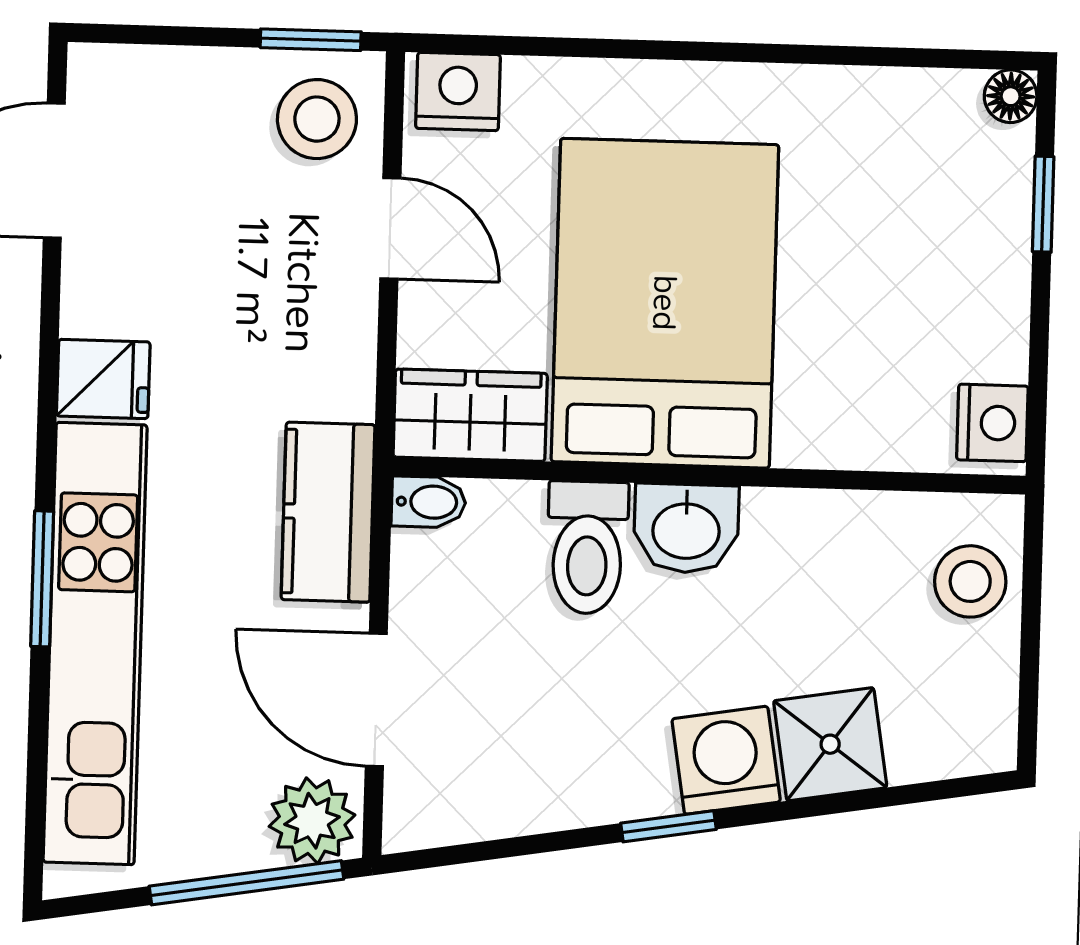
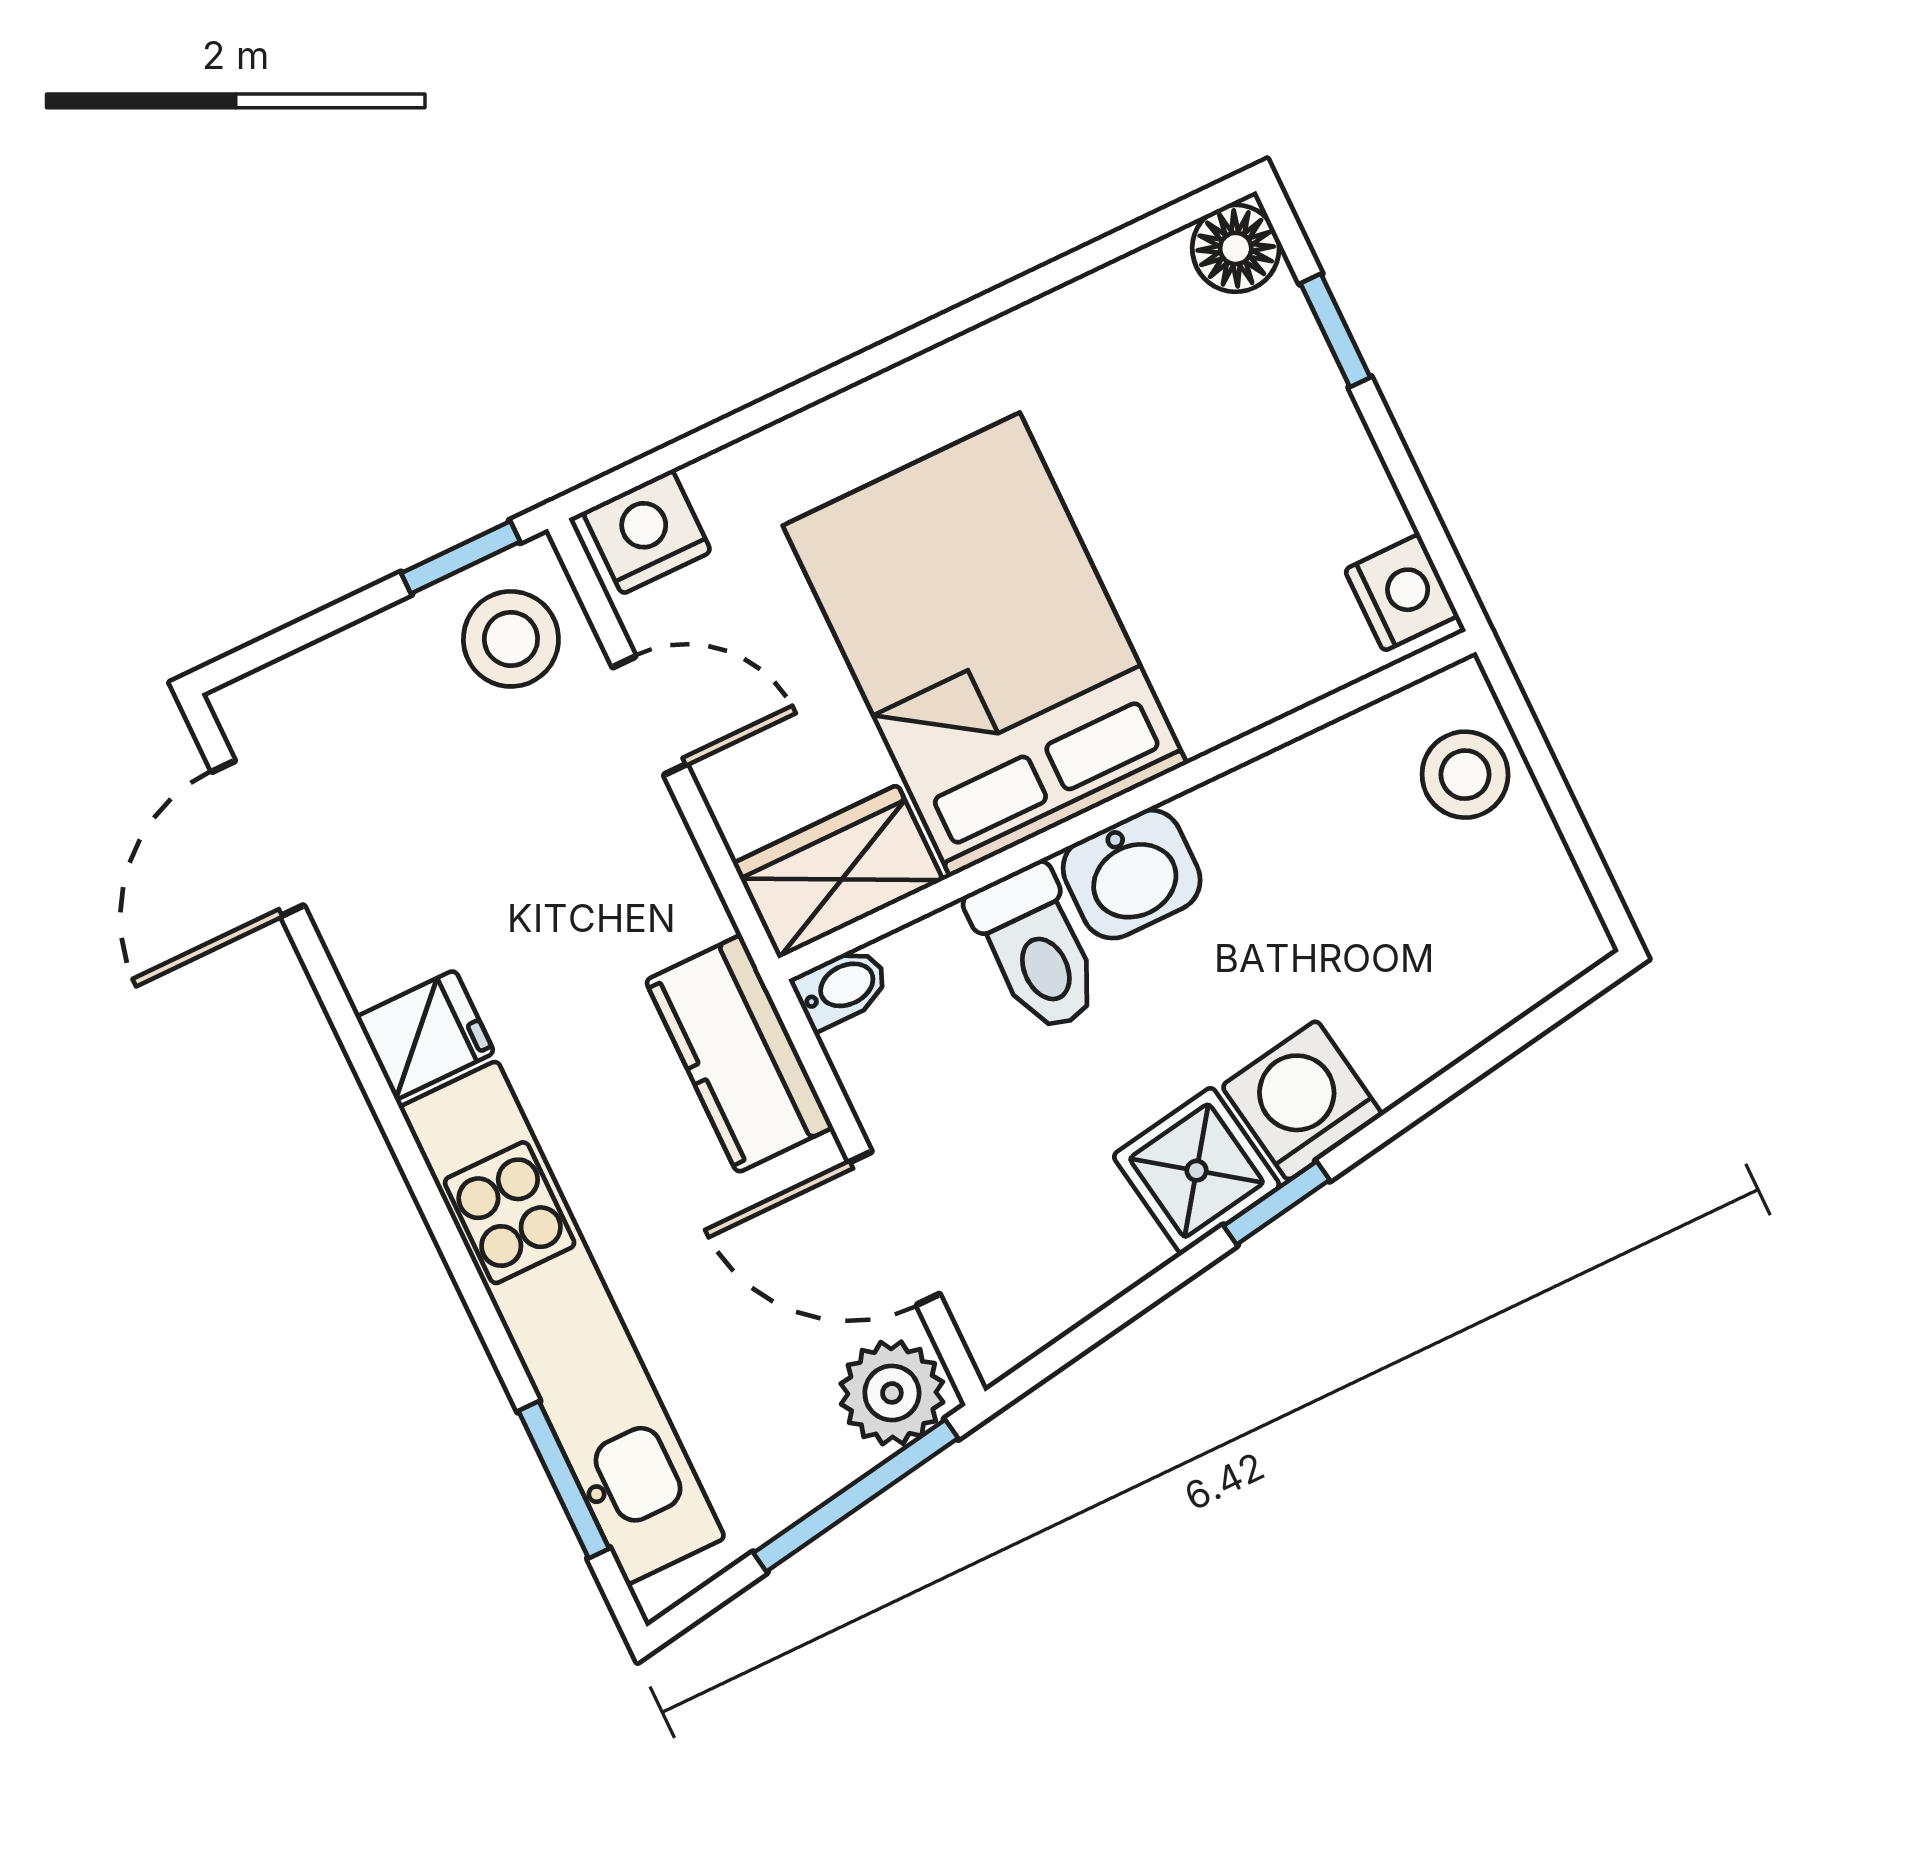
floor lamp: (1011, 96) -> (1236, 248), width x1.37, depth x1.37
window: (42, 579) -> (564, 1480), moved
shower: (830, 744) -> (1197, 1171), moved

